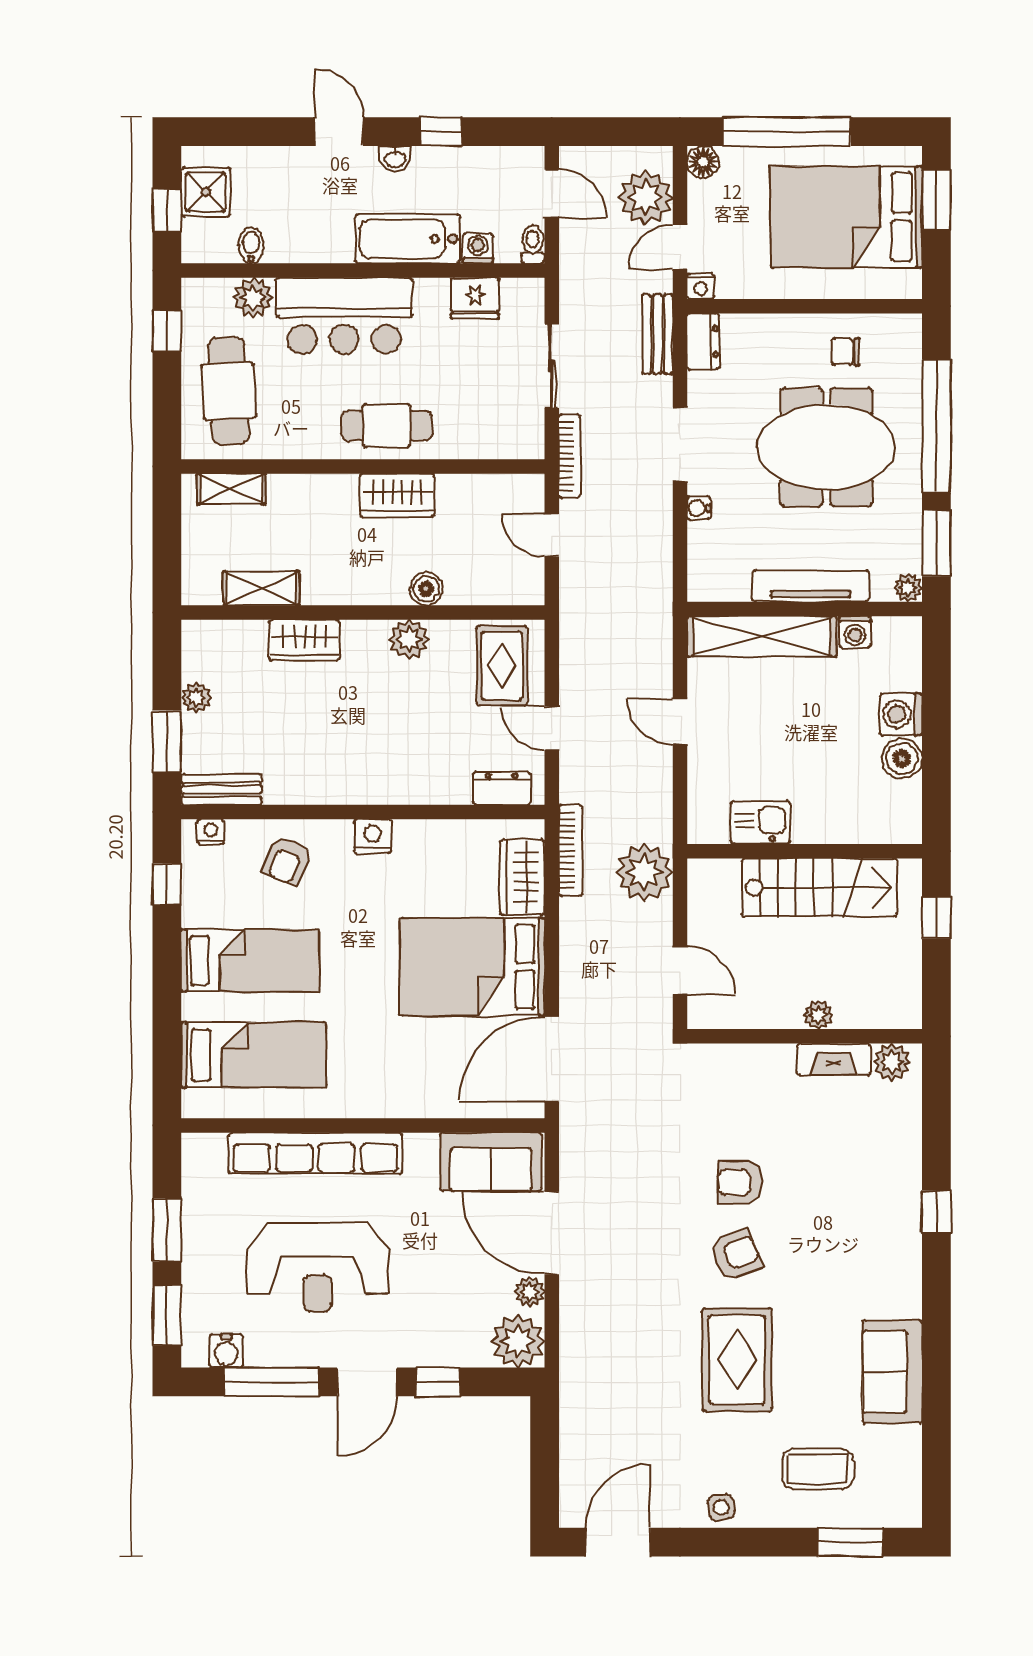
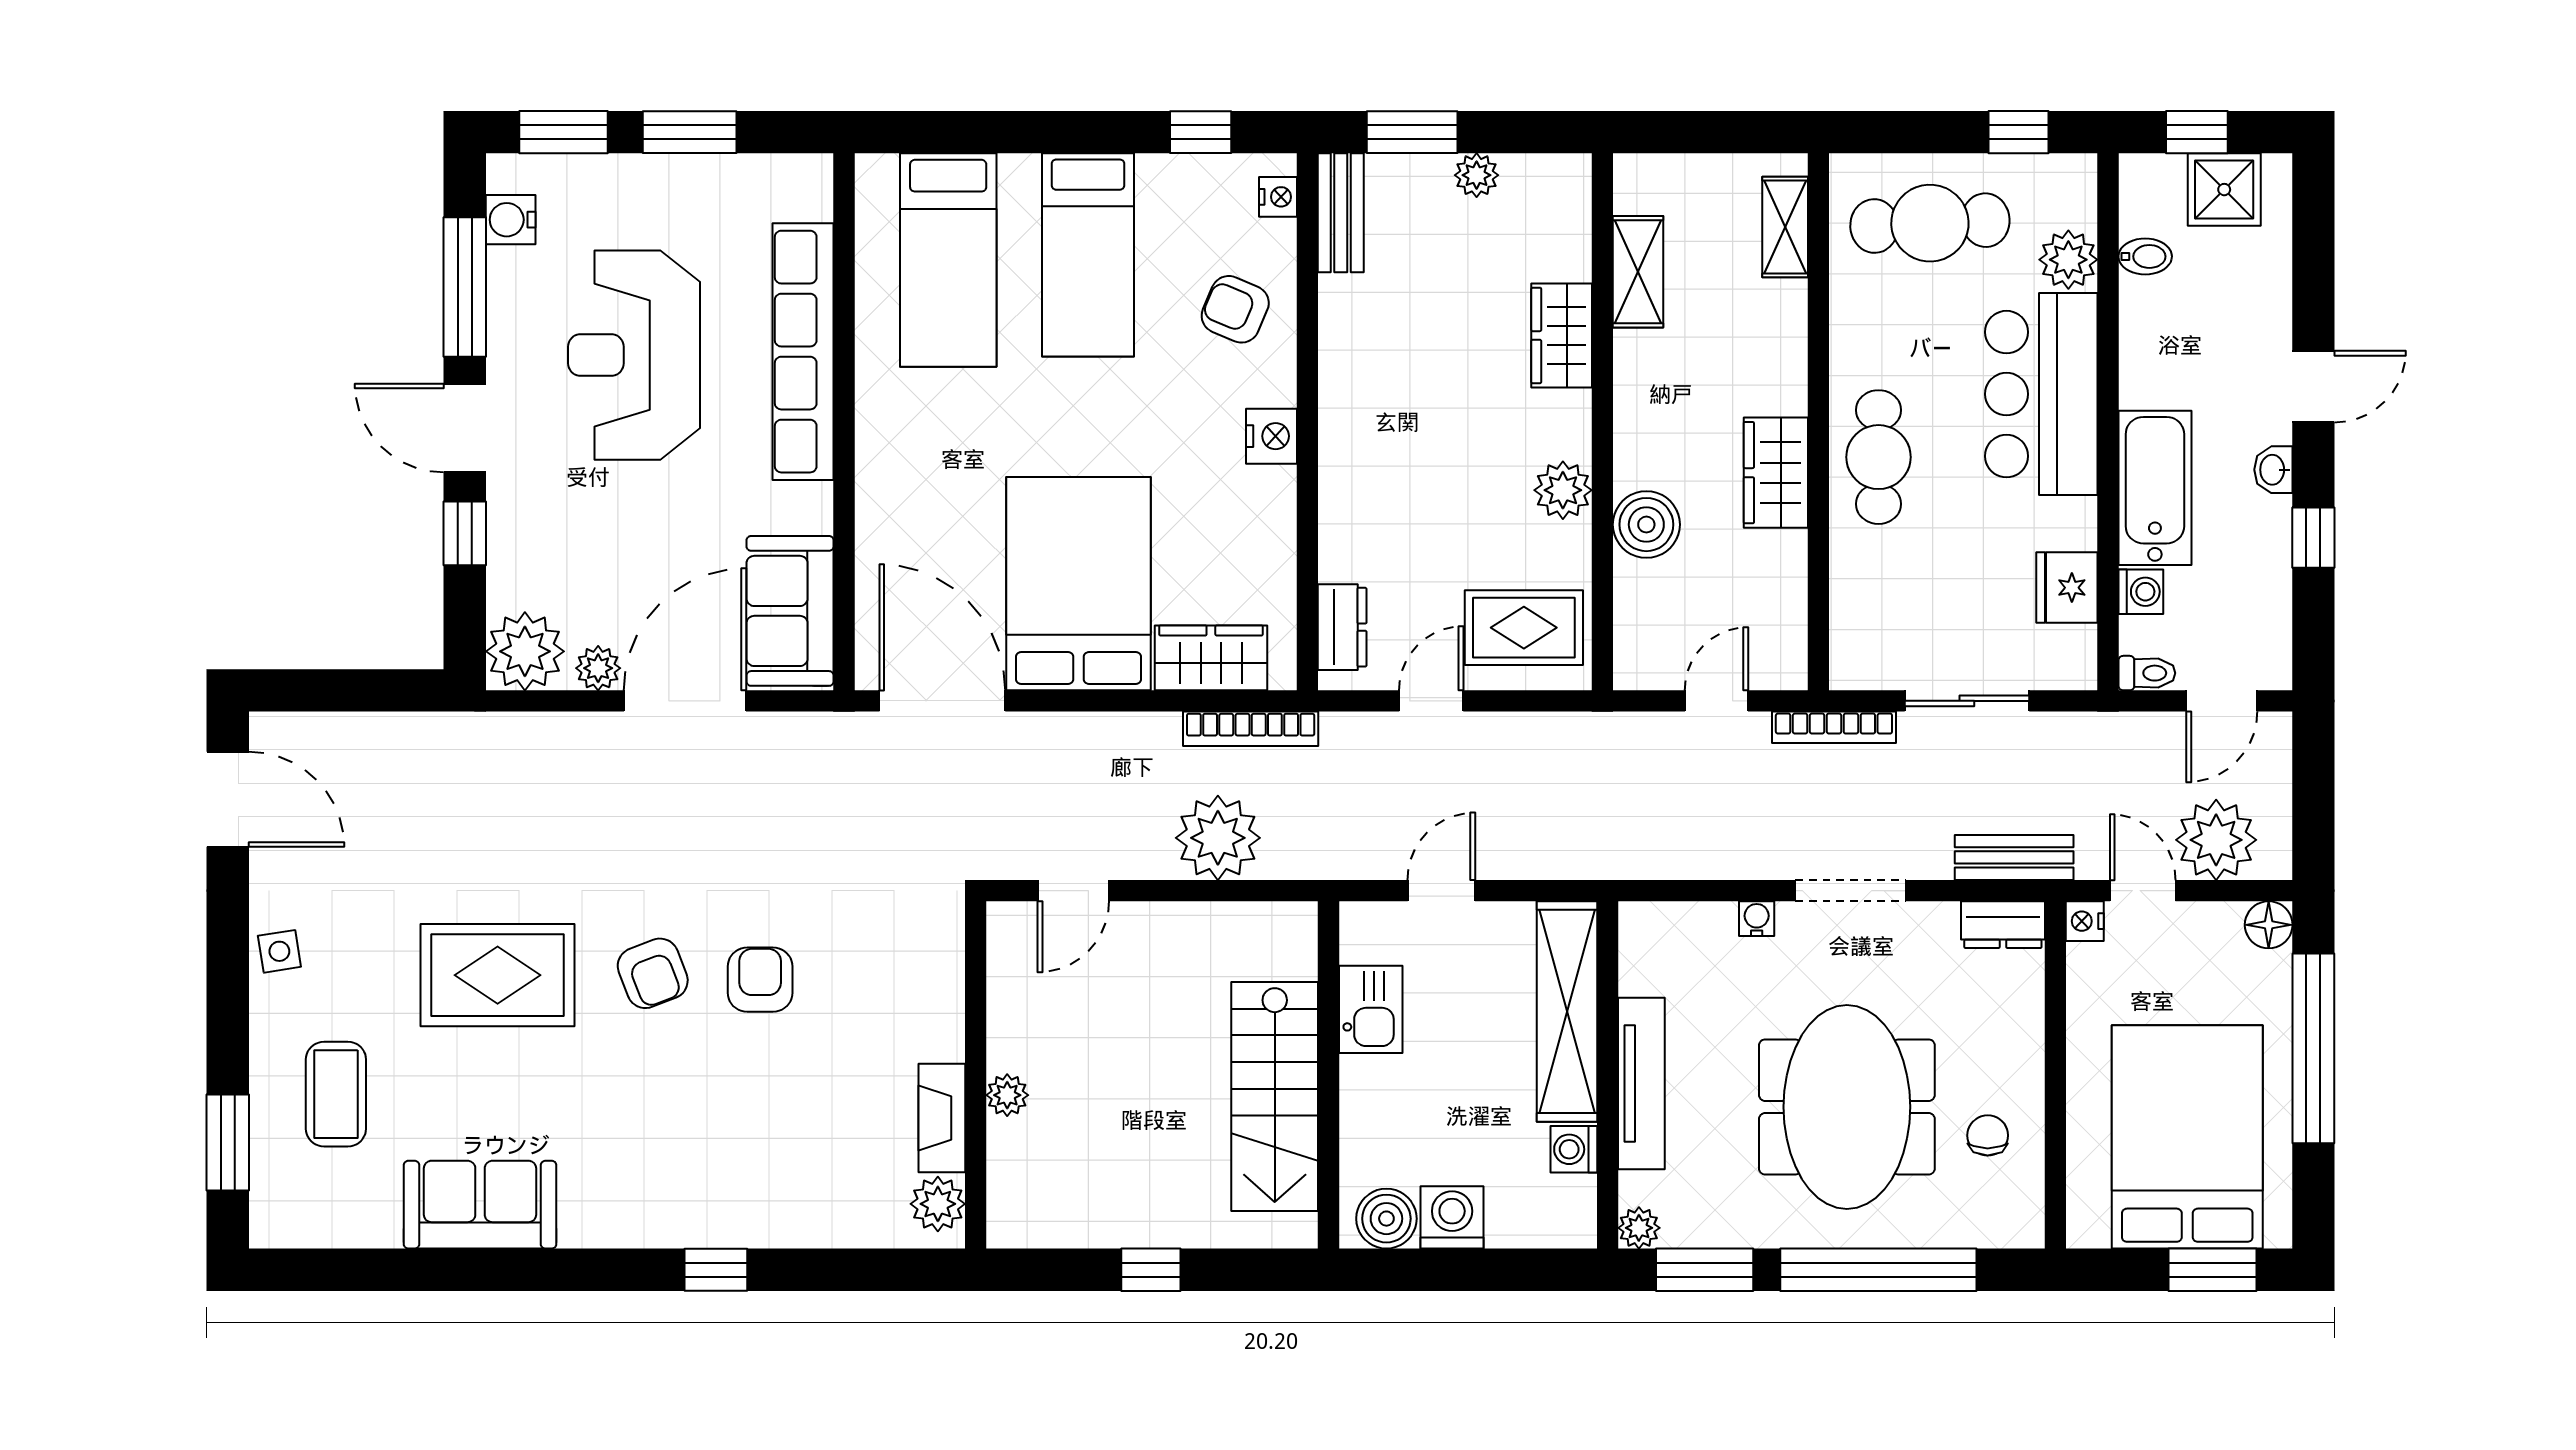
boiler: (426, 589) -> (1646, 525), width x1.36, depth x1.36
kitchen sink: (760, 823) -> (1371, 1009), moved
wall: (805, 851) -> (1329, 1075), moved
stairs: (819, 888) -> (1275, 1097), moved

